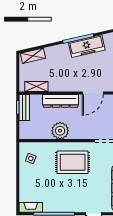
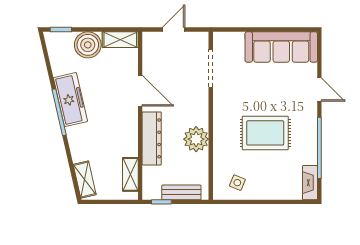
bench: (24, 108) -> (181, 192), moved
rug: (73, 162) -> (265, 133), moved, turned 90

